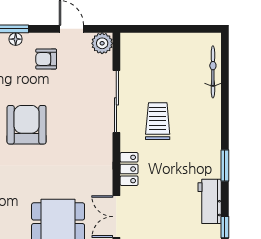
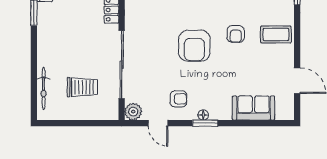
sliding door: (116, 101) -> (122, 65), width x1.36
trolley: (158, 121) -> (82, 87), moved, turned -90

